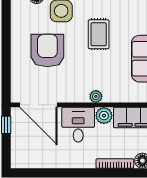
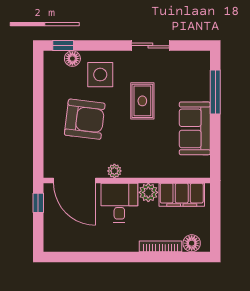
armchair: (47, 51) -> (85, 119), turned 97
plant: (96, 96) -> (114, 171), moved

